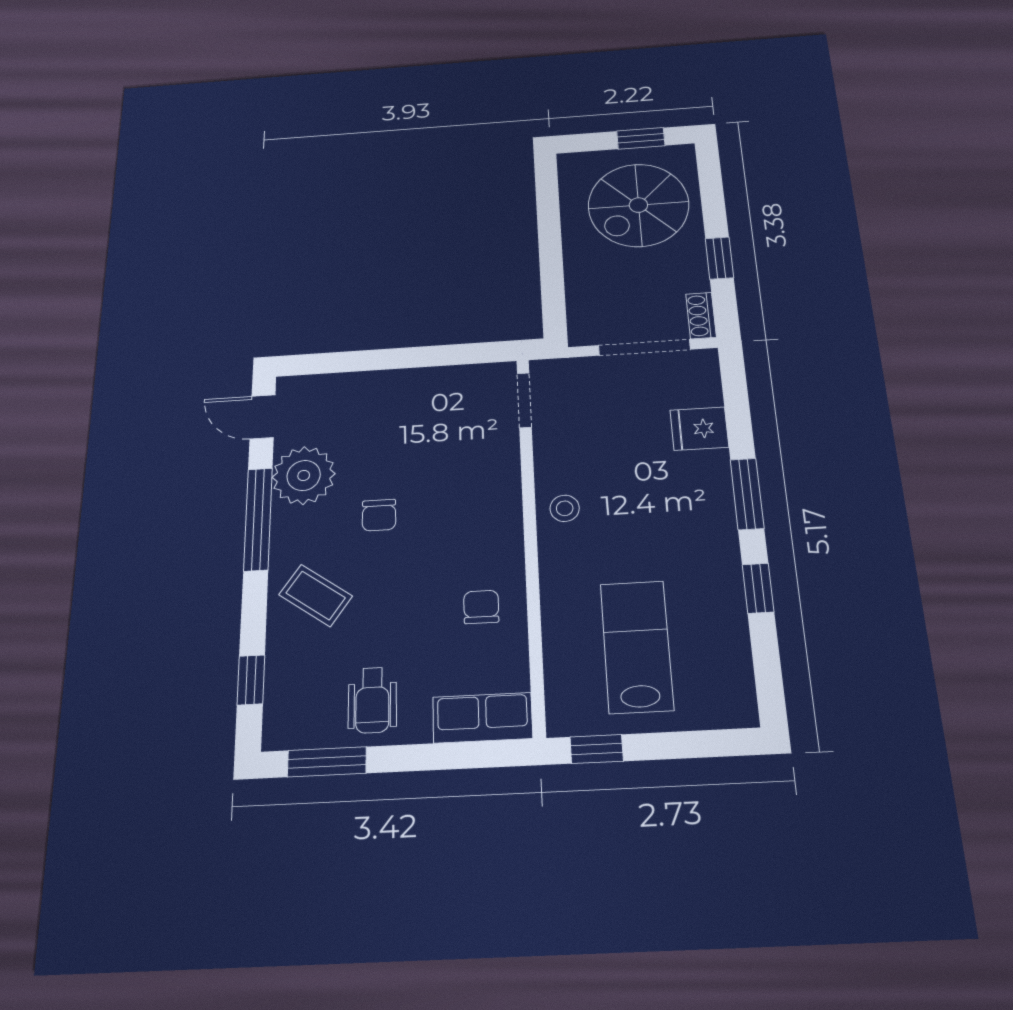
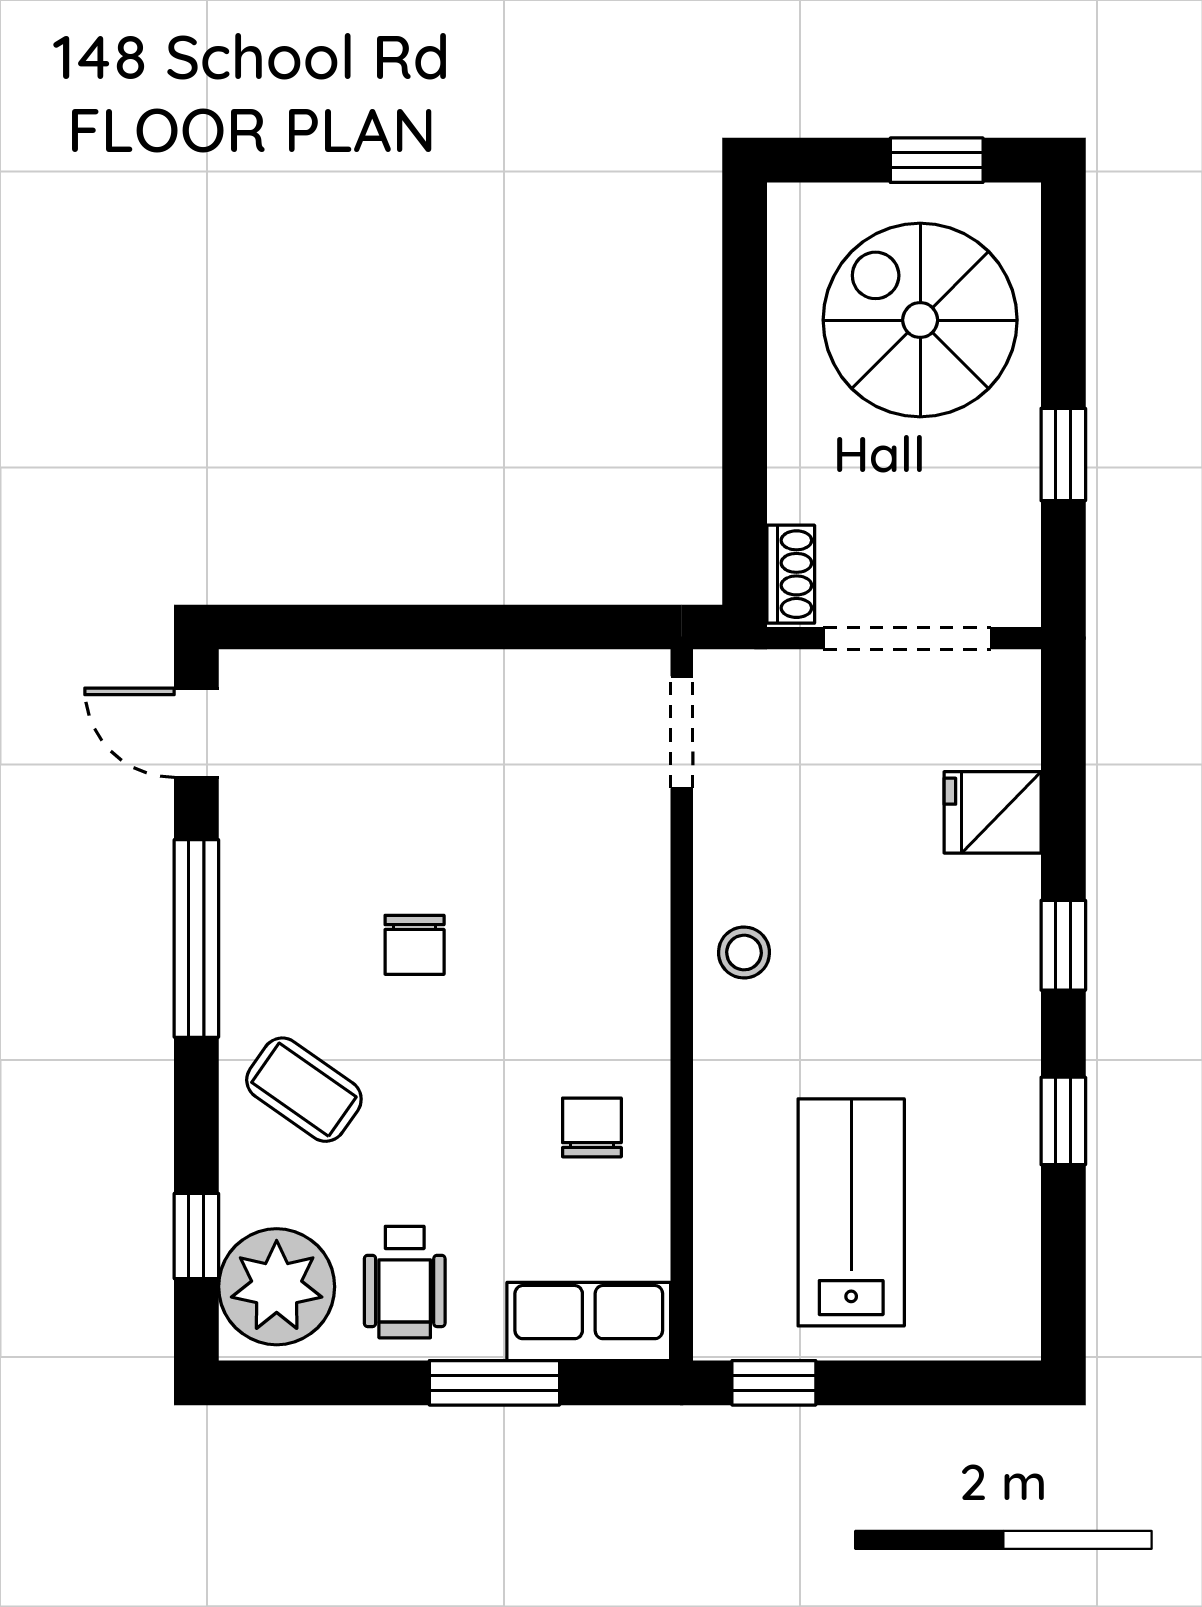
spiral stairs: (638, 205) -> (920, 320), turned 90
shoe rack: (701, 316) -> (791, 574), moved, turned 180
plant: (304, 475) -> (277, 1287), moved
window: (747, 494) -> (1063, 945), width x0.67
window: (327, 762) -> (494, 1383), moved

